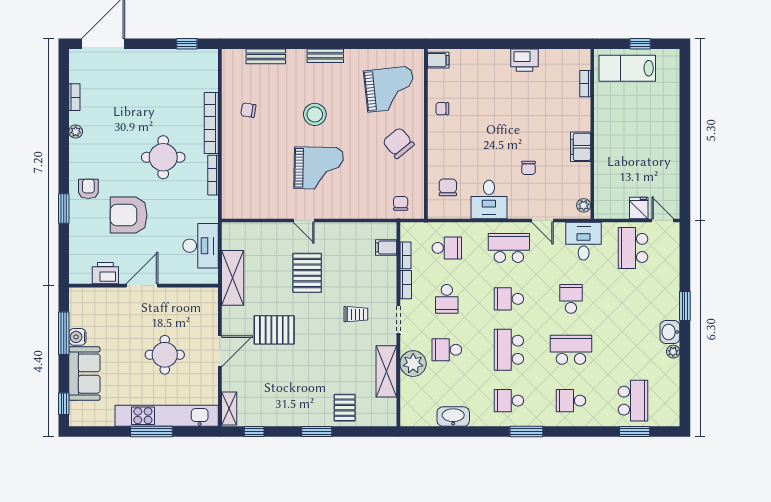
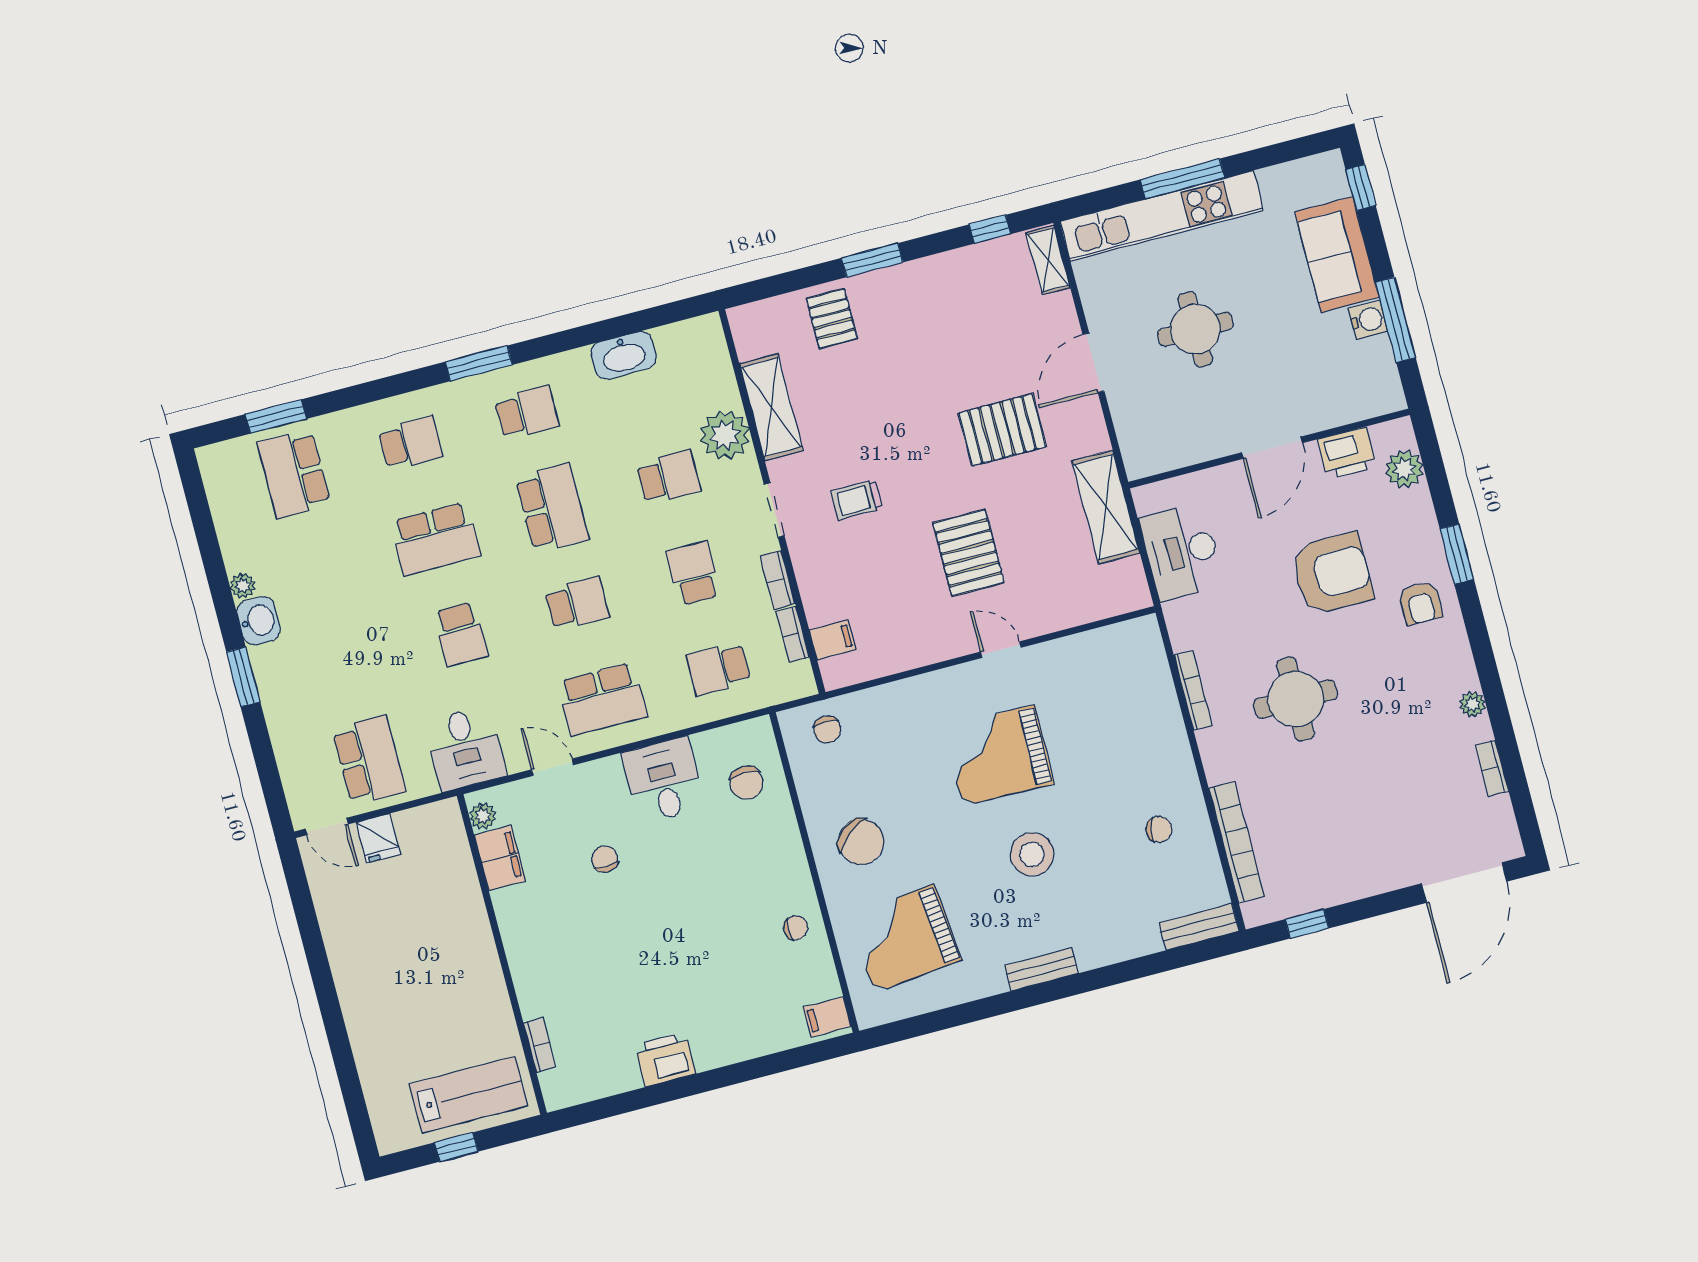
bench: (266, 56) -> (1199, 927), moved
bookcase: (211, 123) -> (1237, 842), moved
filing cabinet: (581, 147) -> (500, 858), moved
plant: (79, 258) -> (1404, 469), added

